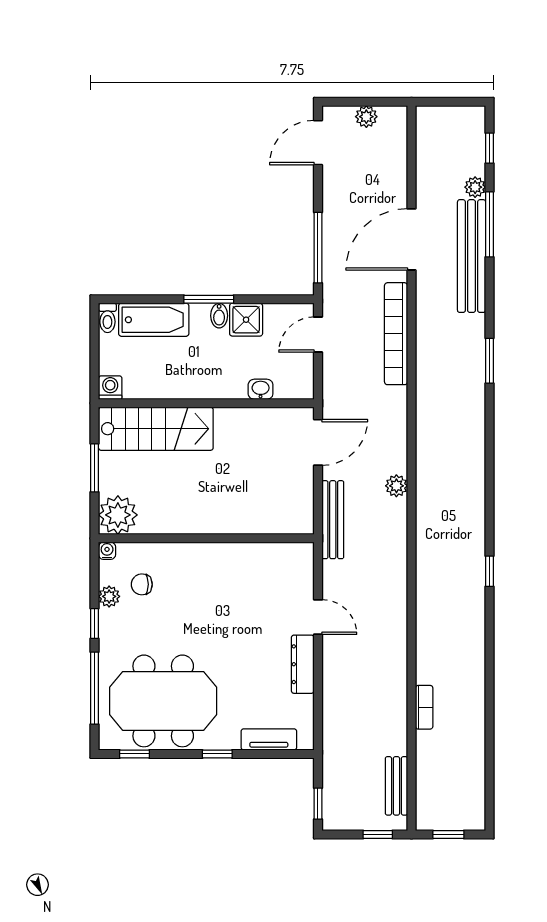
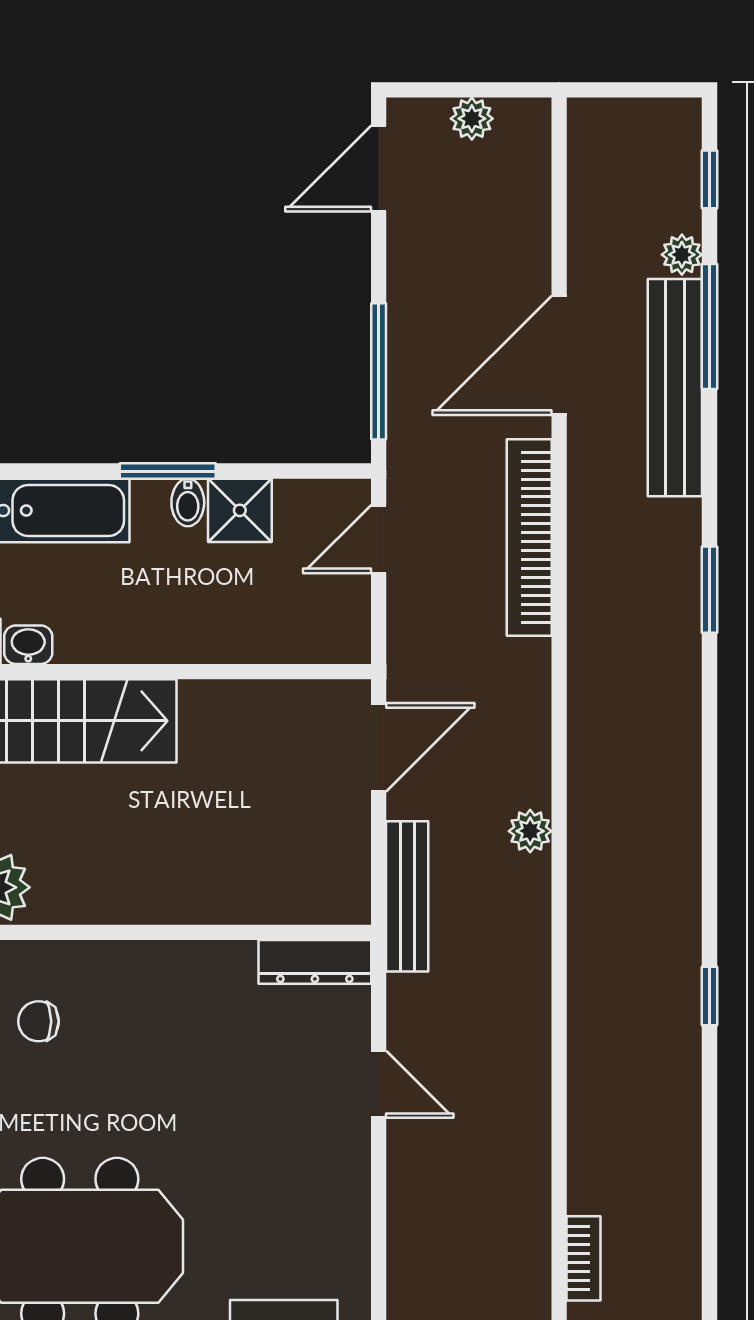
washbasin: (261, 389) -> (28, 645), moved
dresser: (303, 664) -> (315, 962), moved, turned -90

